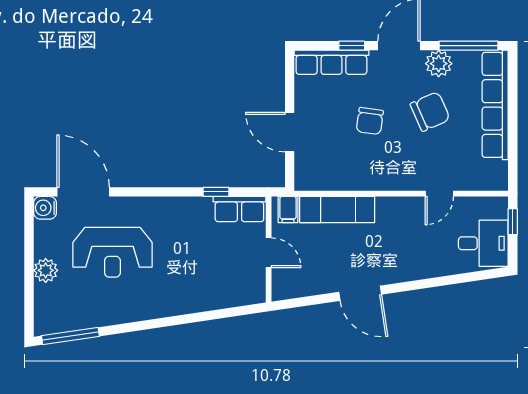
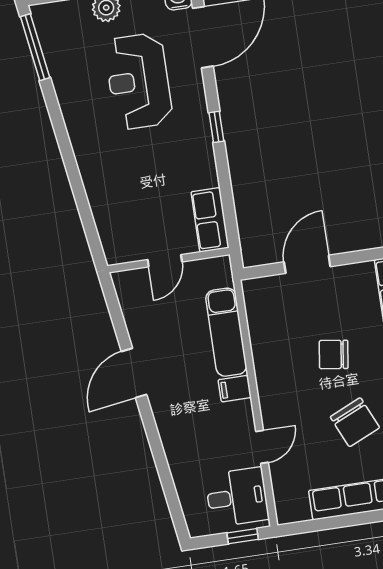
window: (216, 192) -> (216, 127), moved
door: (439, 194) -> (262, 447), swing flipped
filing cabinet: (288, 209) -> (235, 389), moved
desk: (483, 243) -> (237, 497), moved, turned -90

